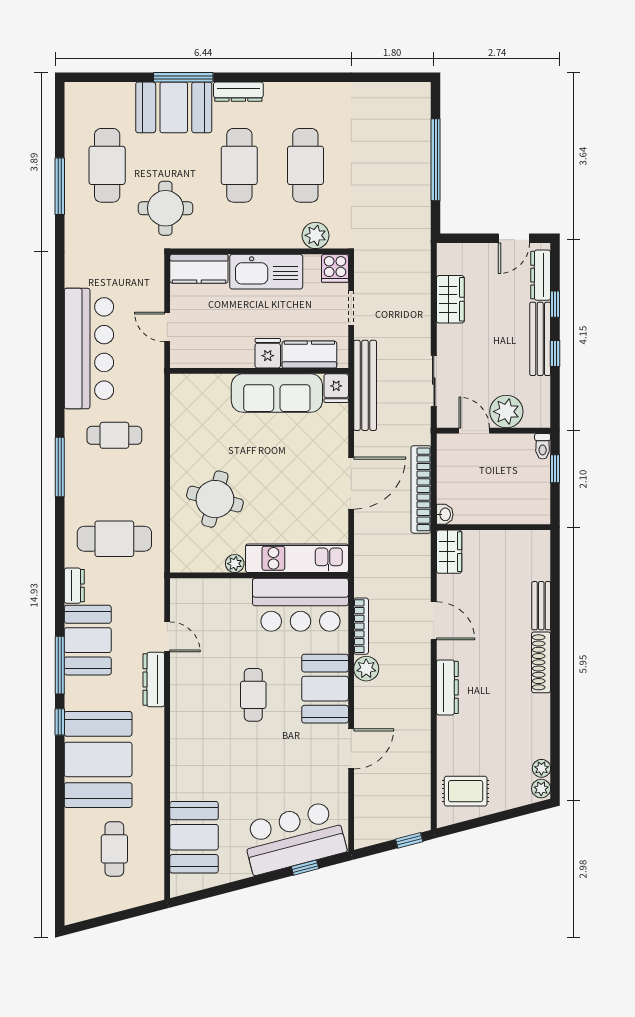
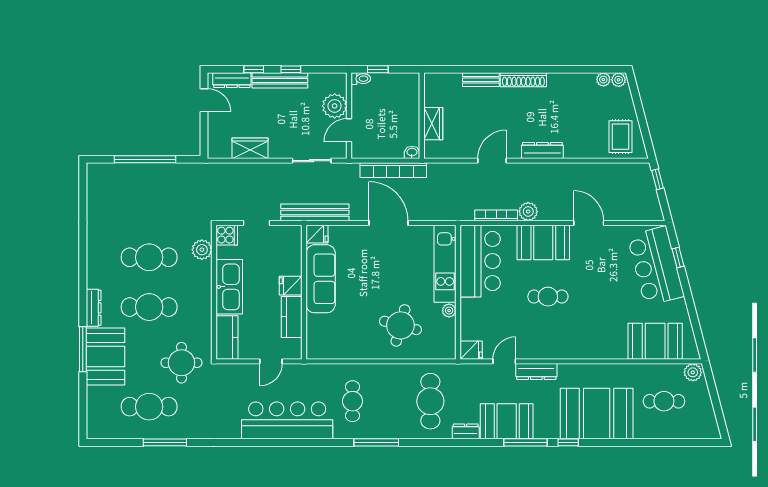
kitchen counter: (309, 355) -> (292, 317), moved
wardrobe: (449, 552) -> (433, 124), moved, turned 90
fridge: (182, 593) -> (471, 350), added
plant: (153, 887) -> (693, 372), added

